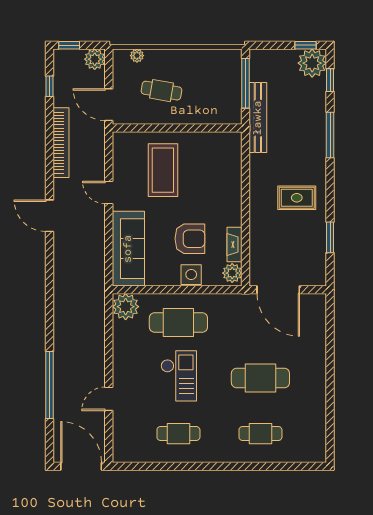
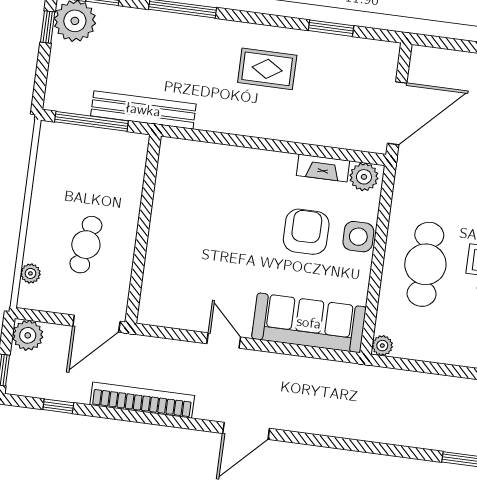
coffee table: (163, 170) -> (202, 258), removed
door: (109, 193) -> (224, 340), swing flipped
rug: (297, 198) -> (267, 69), turned 90
plant: (126, 307) -> (382, 346), width x0.53, depth x0.53

